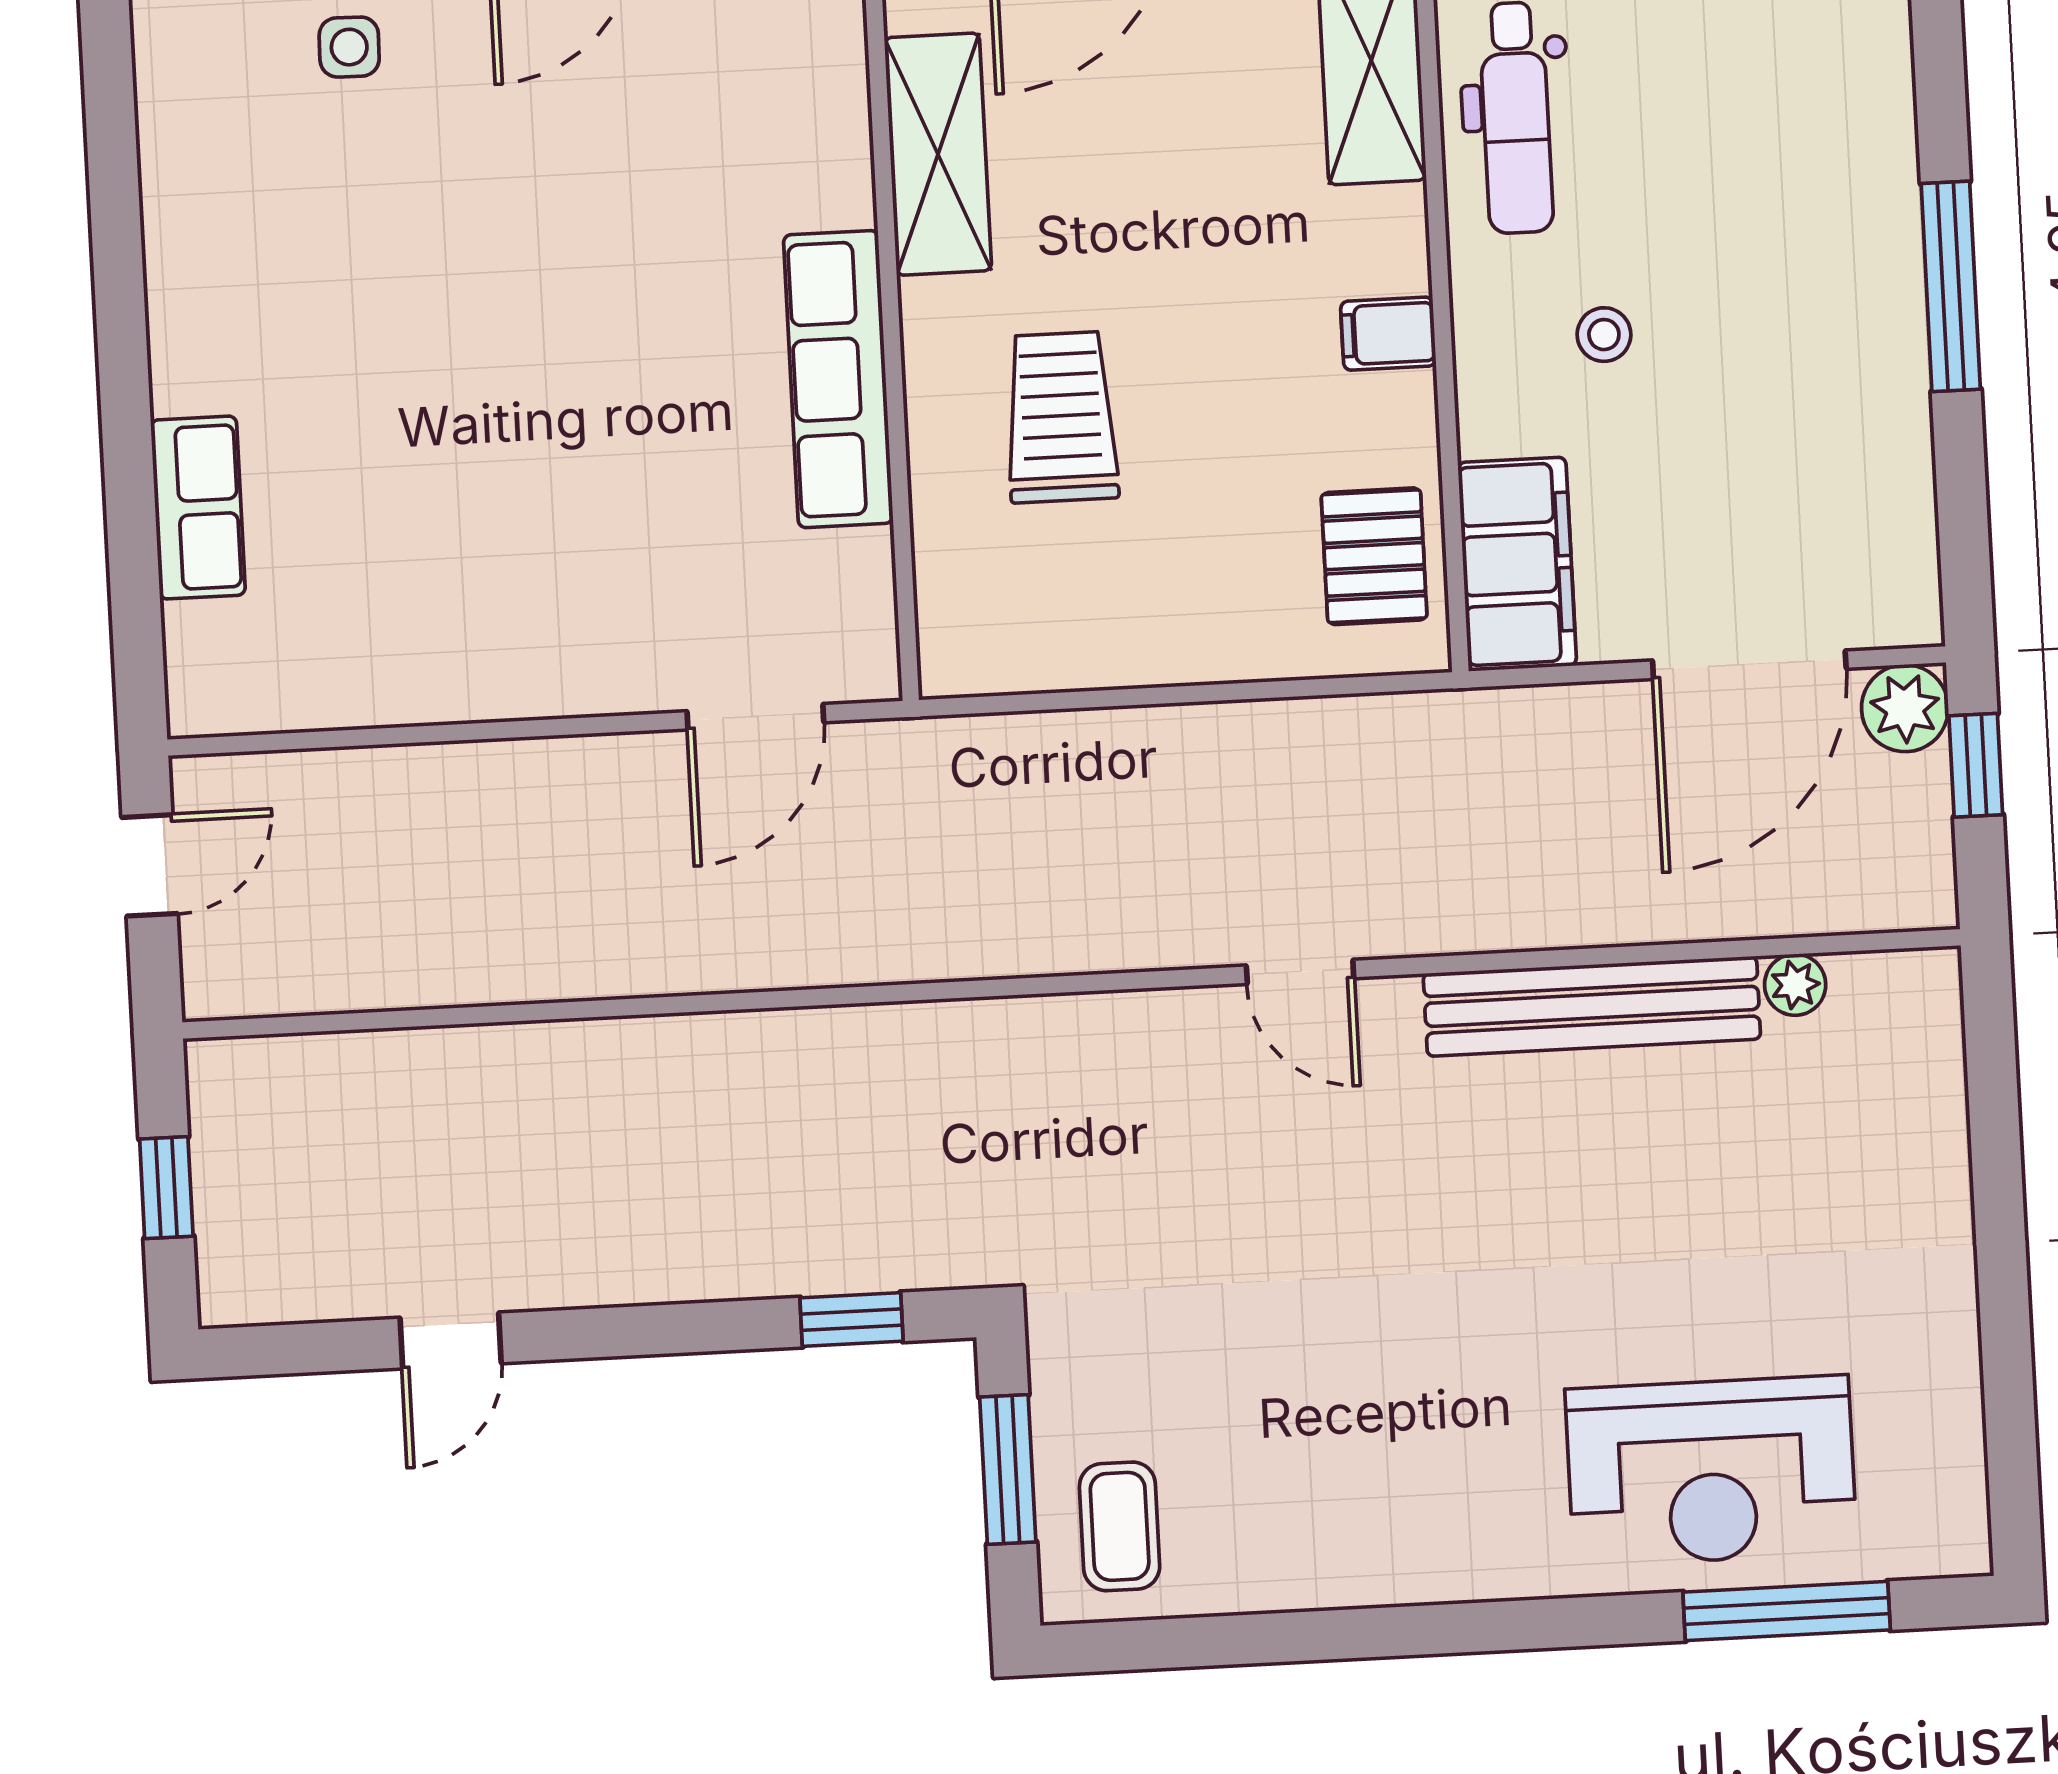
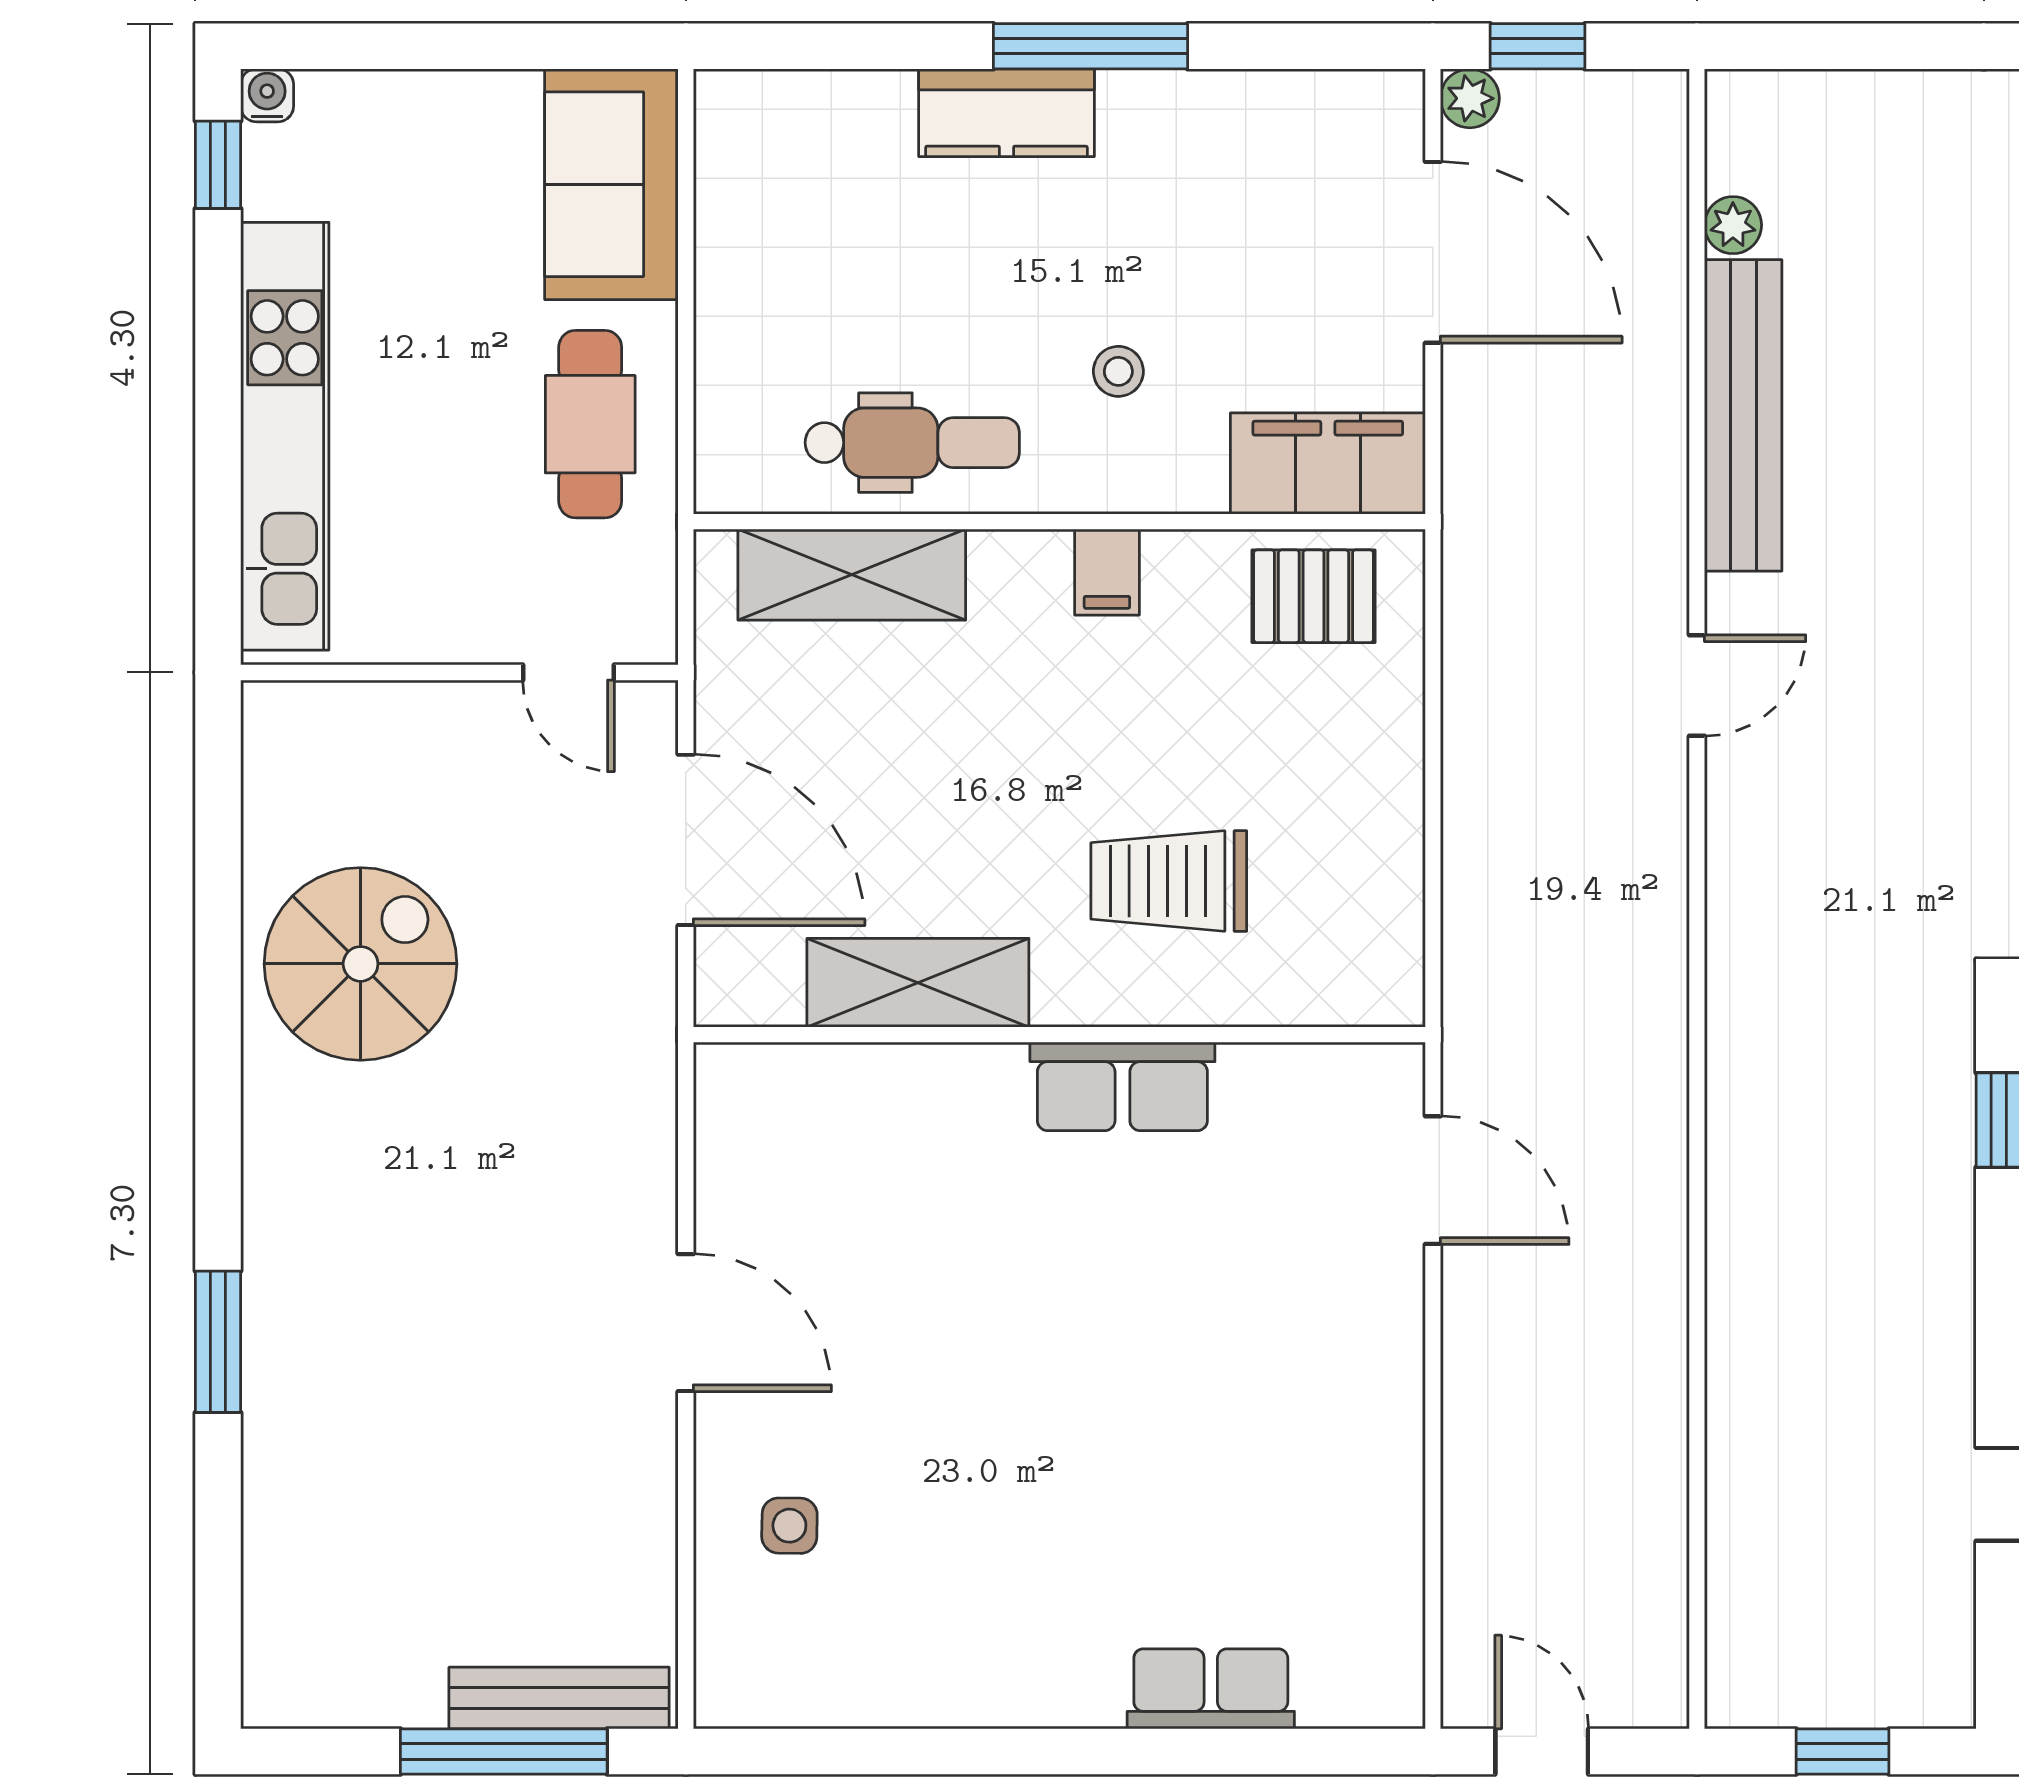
kitchen counter: (1875, 200) -> (1006, 113), added
row of seats: (838, 379) -> (1122, 1086), width x0.68
plant: (1905, 708) -> (1470, 98), width x0.73, depth x0.73

